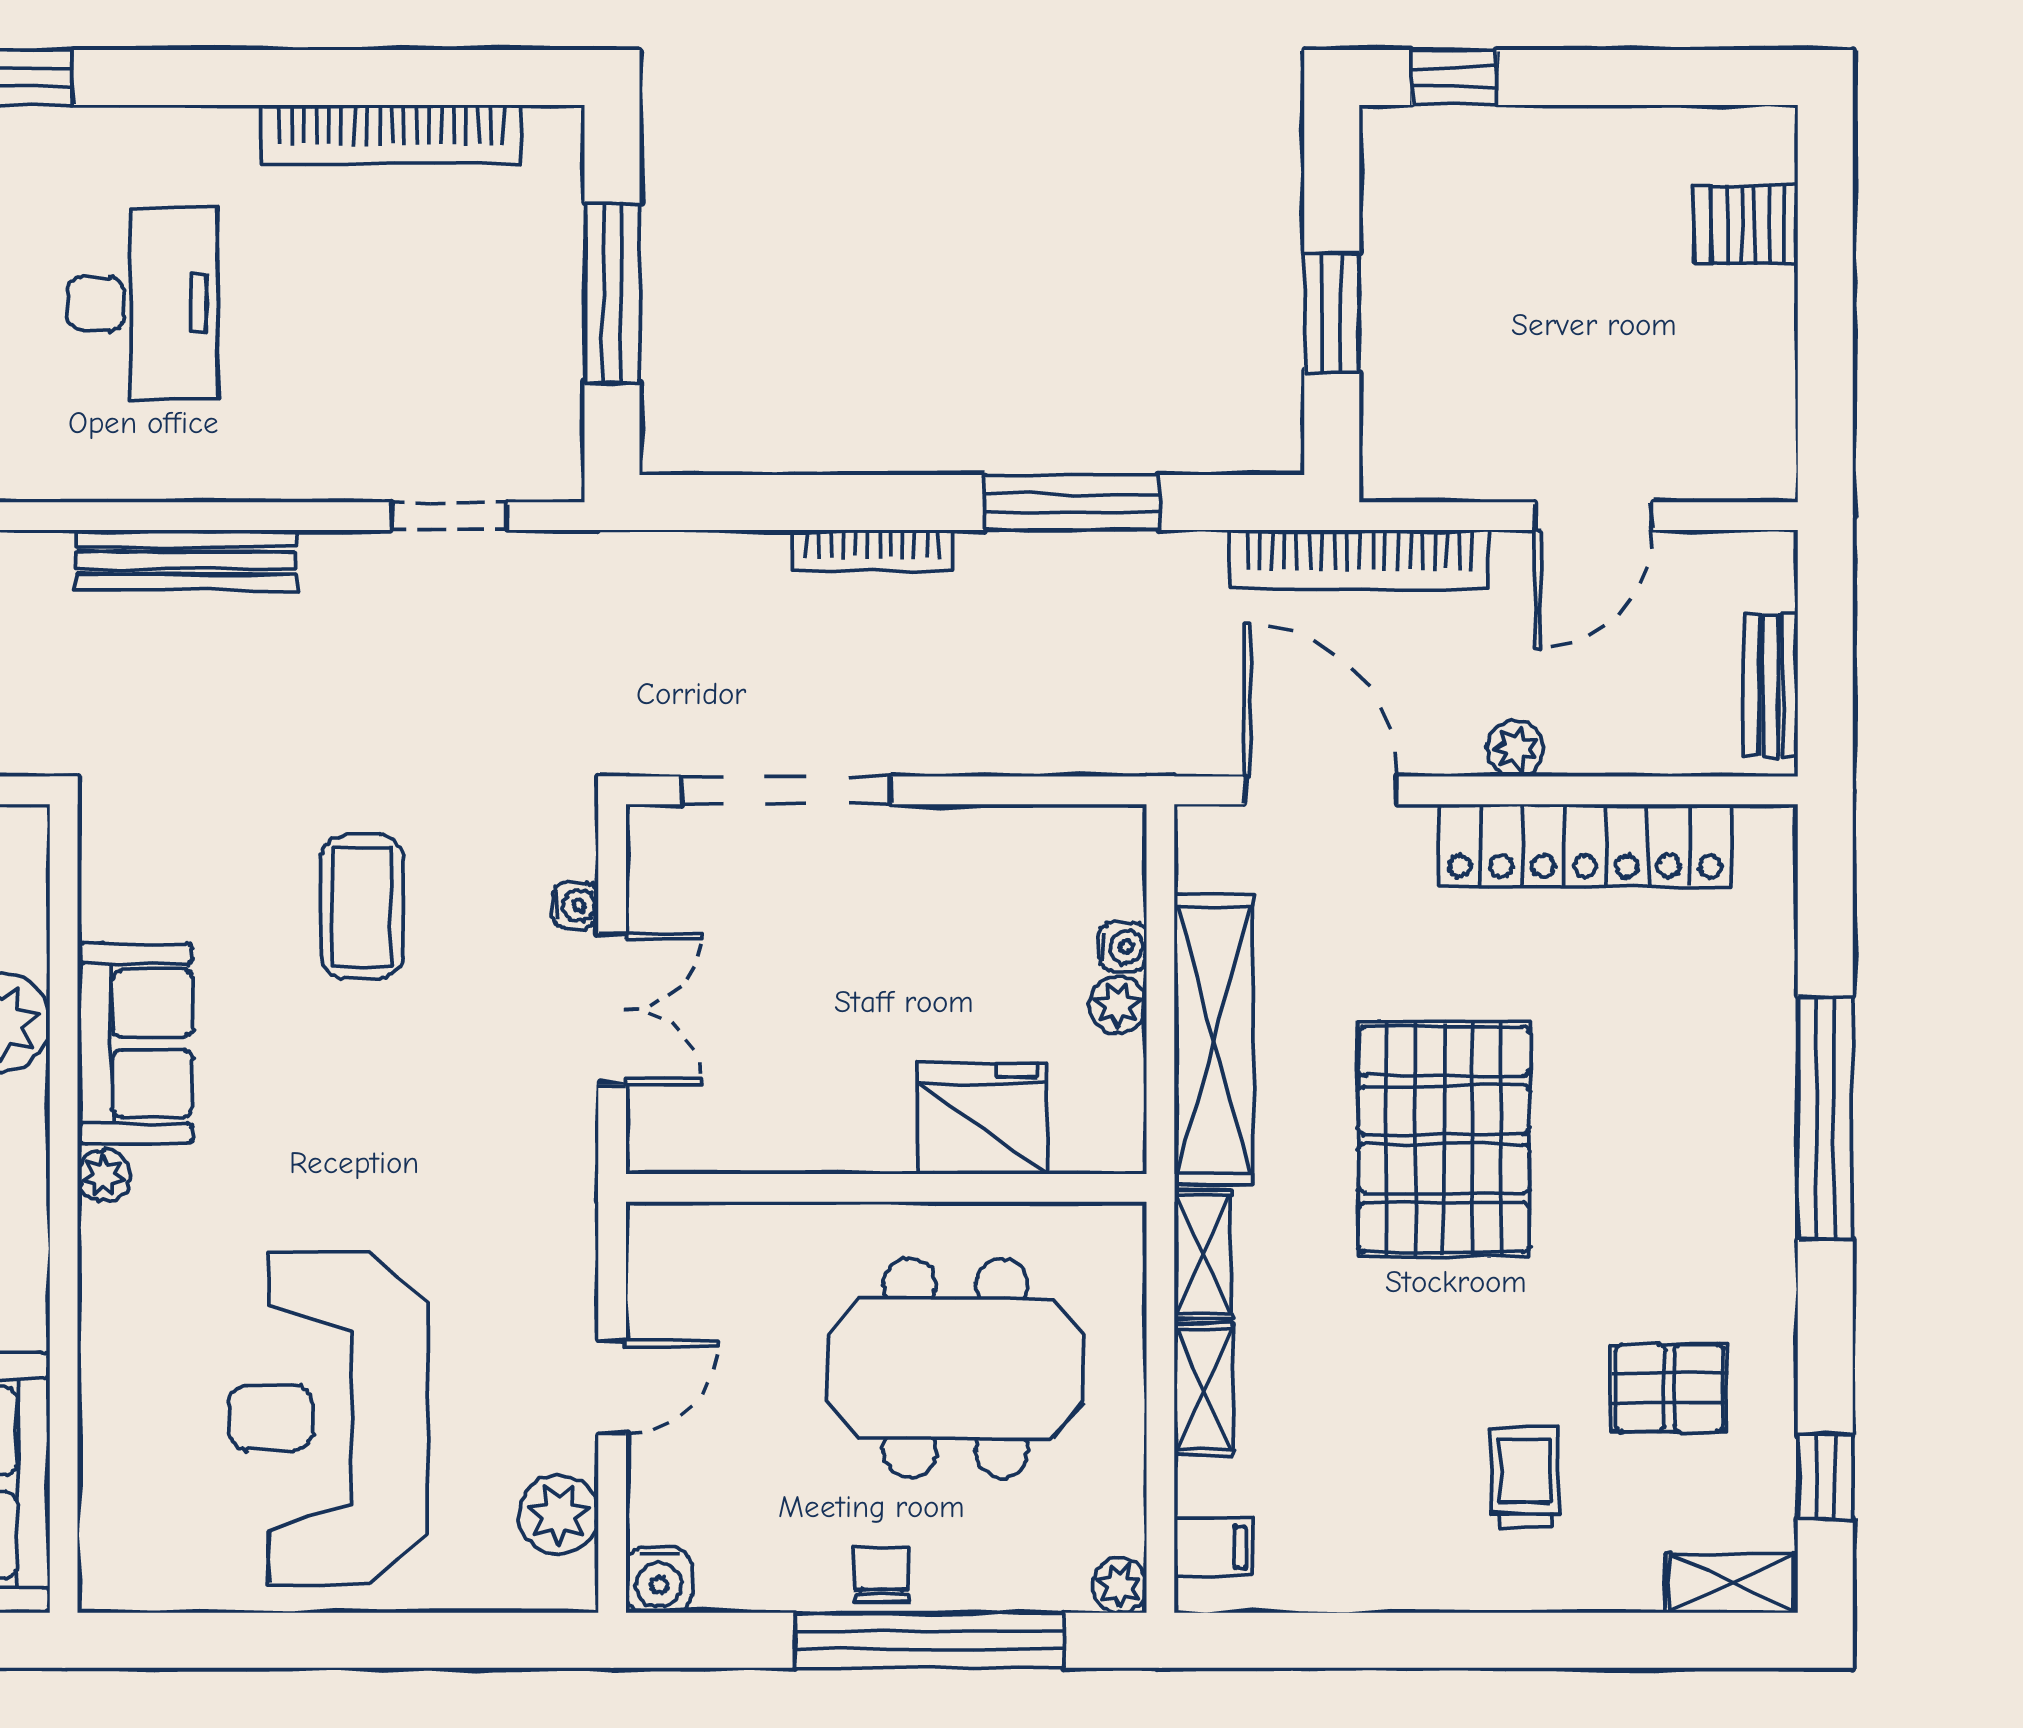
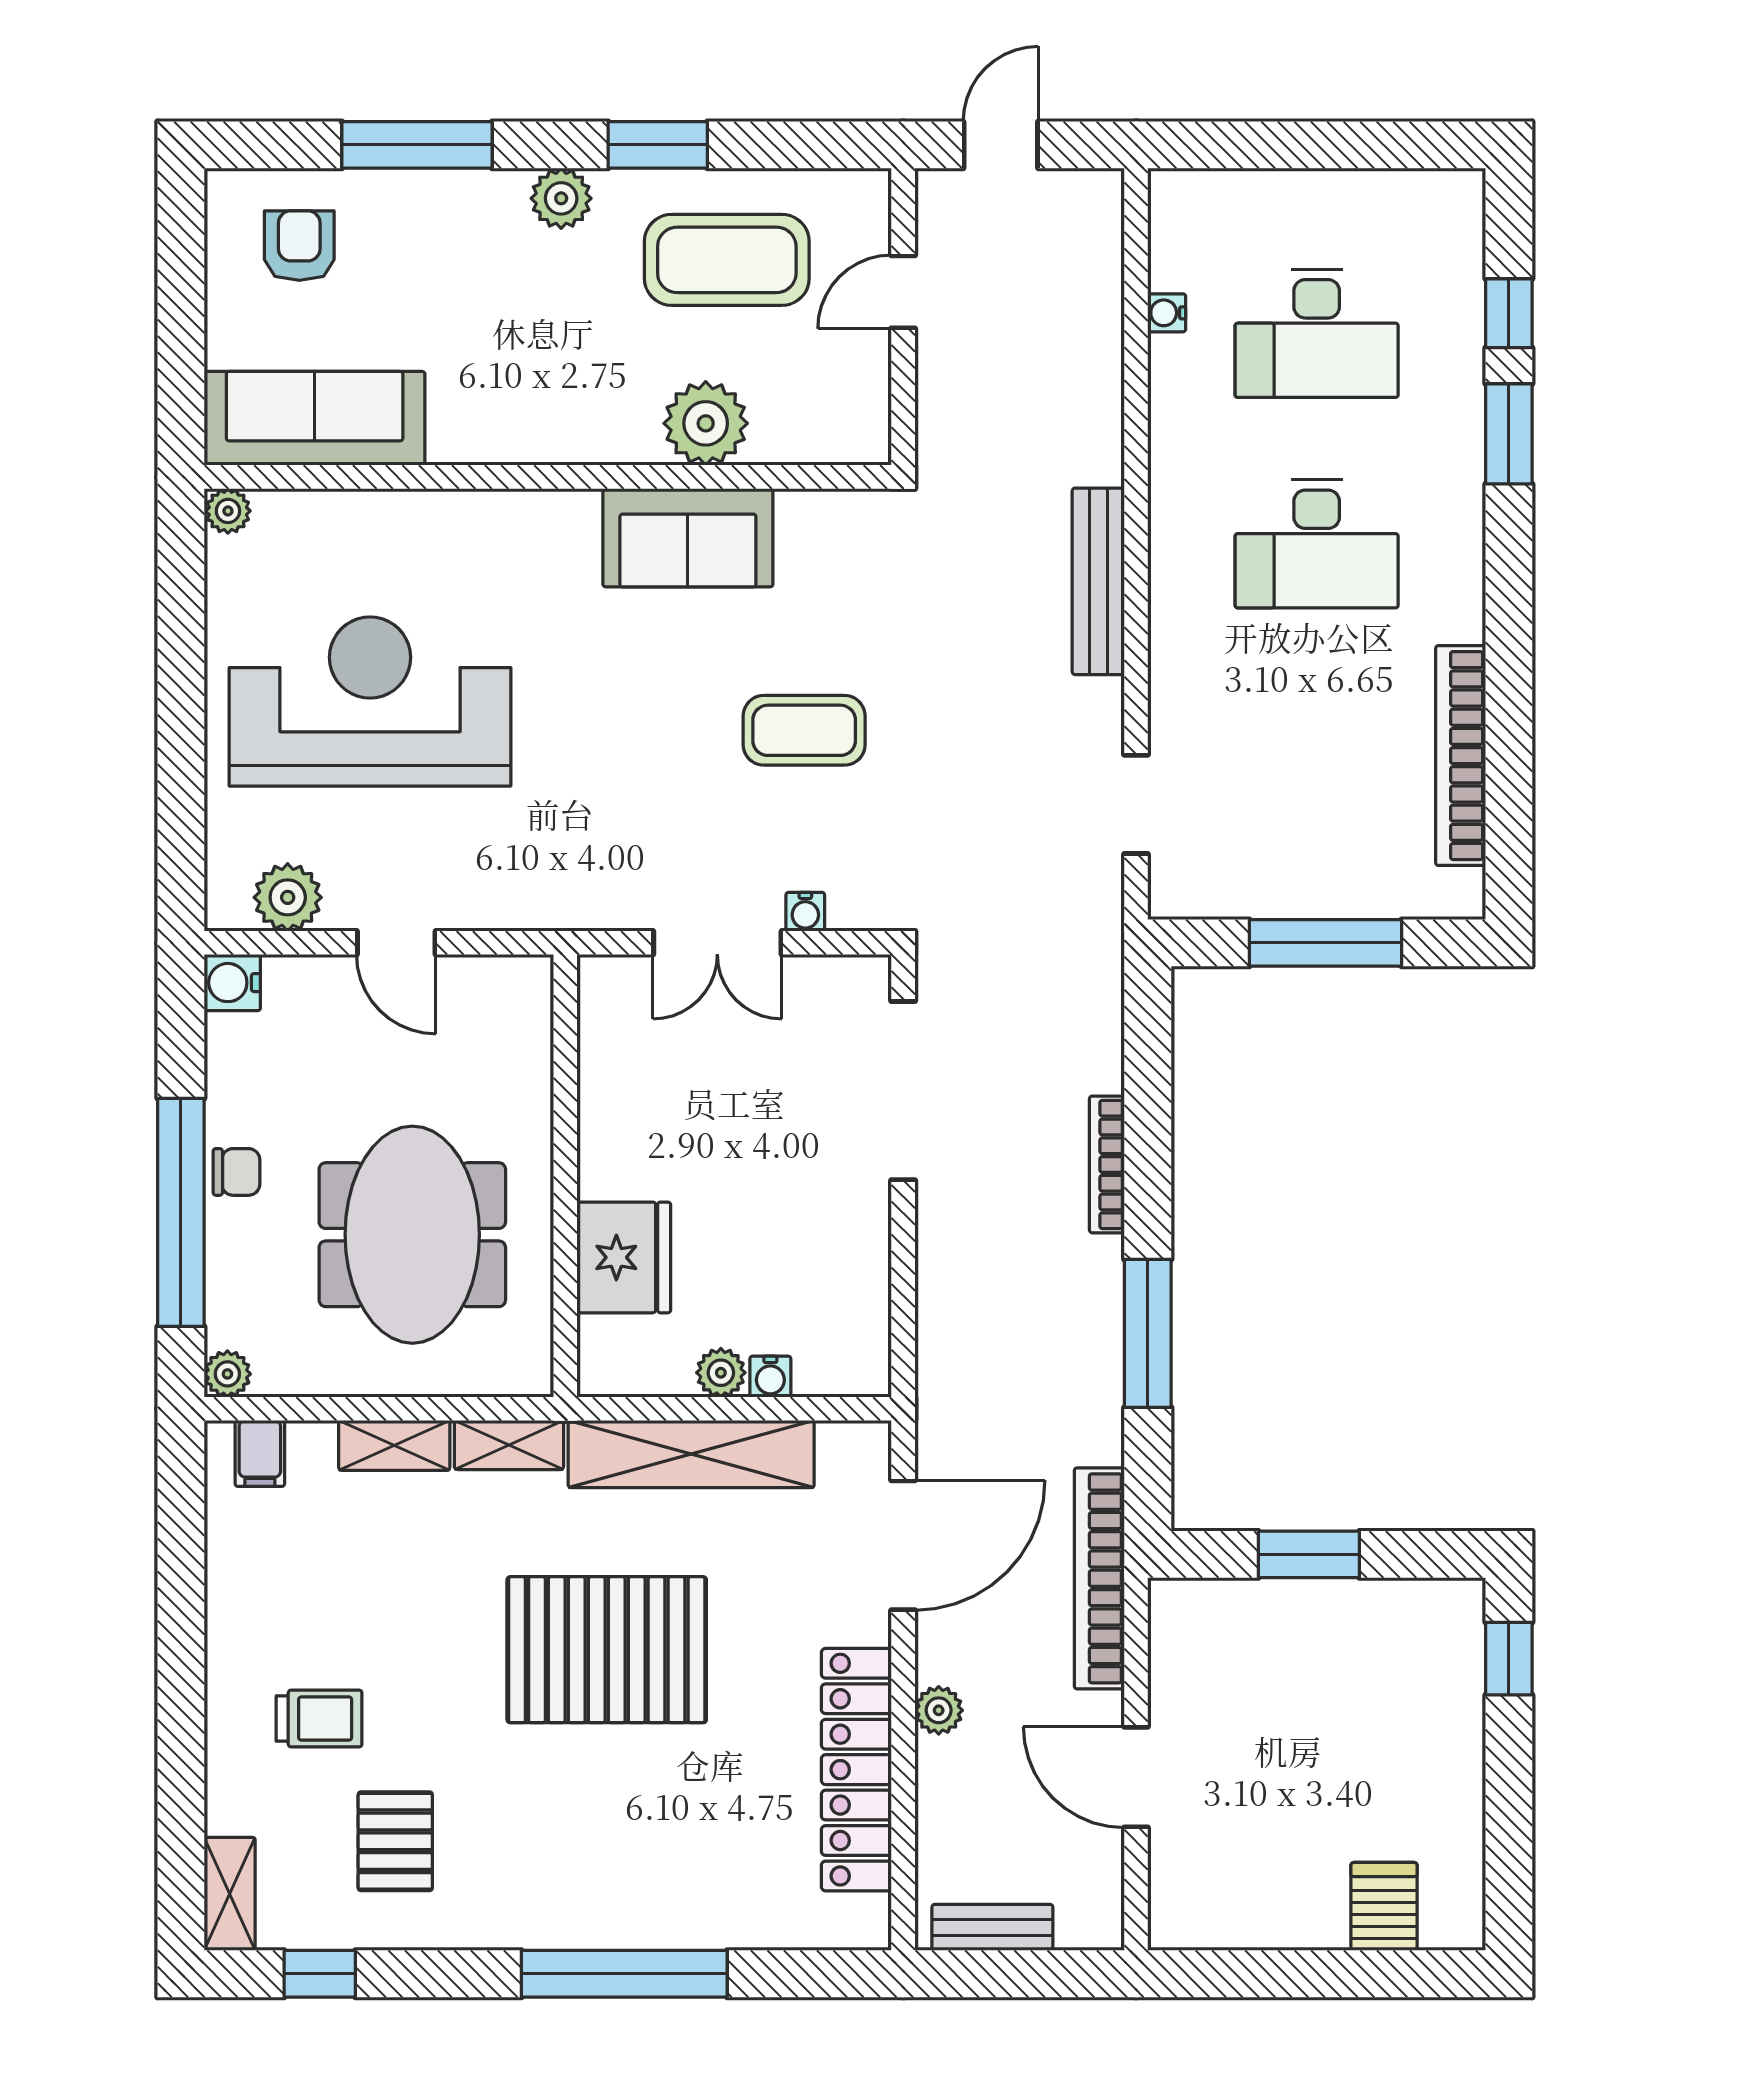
plant: (104, 1176) -> (228, 511), moved

